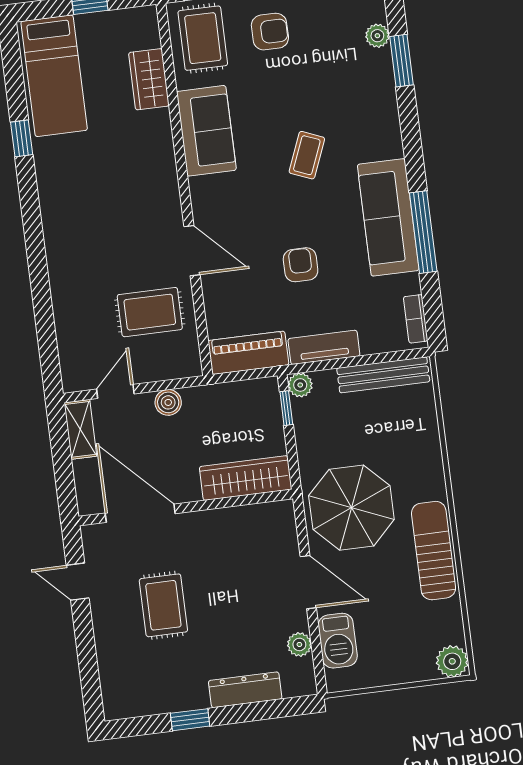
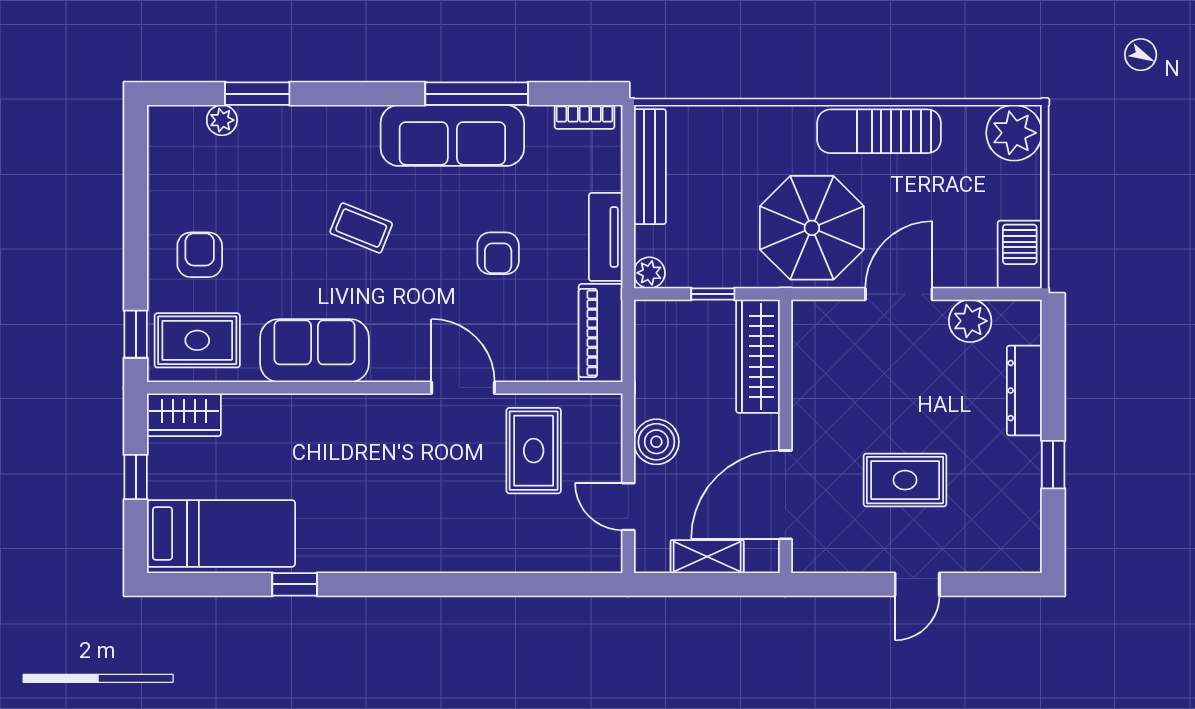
wardrobe: (149, 79) -> (184, 415), moved
door: (192, 251) -> (463, 388), hinge flipped
armchair: (301, 265) -> (498, 253), turned -90
boiler: (168, 402) -> (656, 442), width x1.36, depth x1.36
window: (286, 408) -> (713, 294), moved
shelving: (80, 429) -> (707, 557), moved
door: (78, 582) -> (917, 584), moved
barbecue: (338, 641) -> (1020, 255), moved, turned -90
plant: (299, 644) -> (970, 321), width x1.38, depth x1.38
plant: (452, 661) -> (1014, 133), width x1.36, depth x1.36

